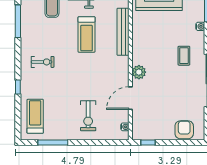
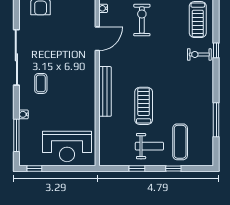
bench: (123, 32) -> (105, 91), moved
exercise bike: (43, 62) -> (199, 54), moved
plant: (139, 72) -> (88, 66), removed

